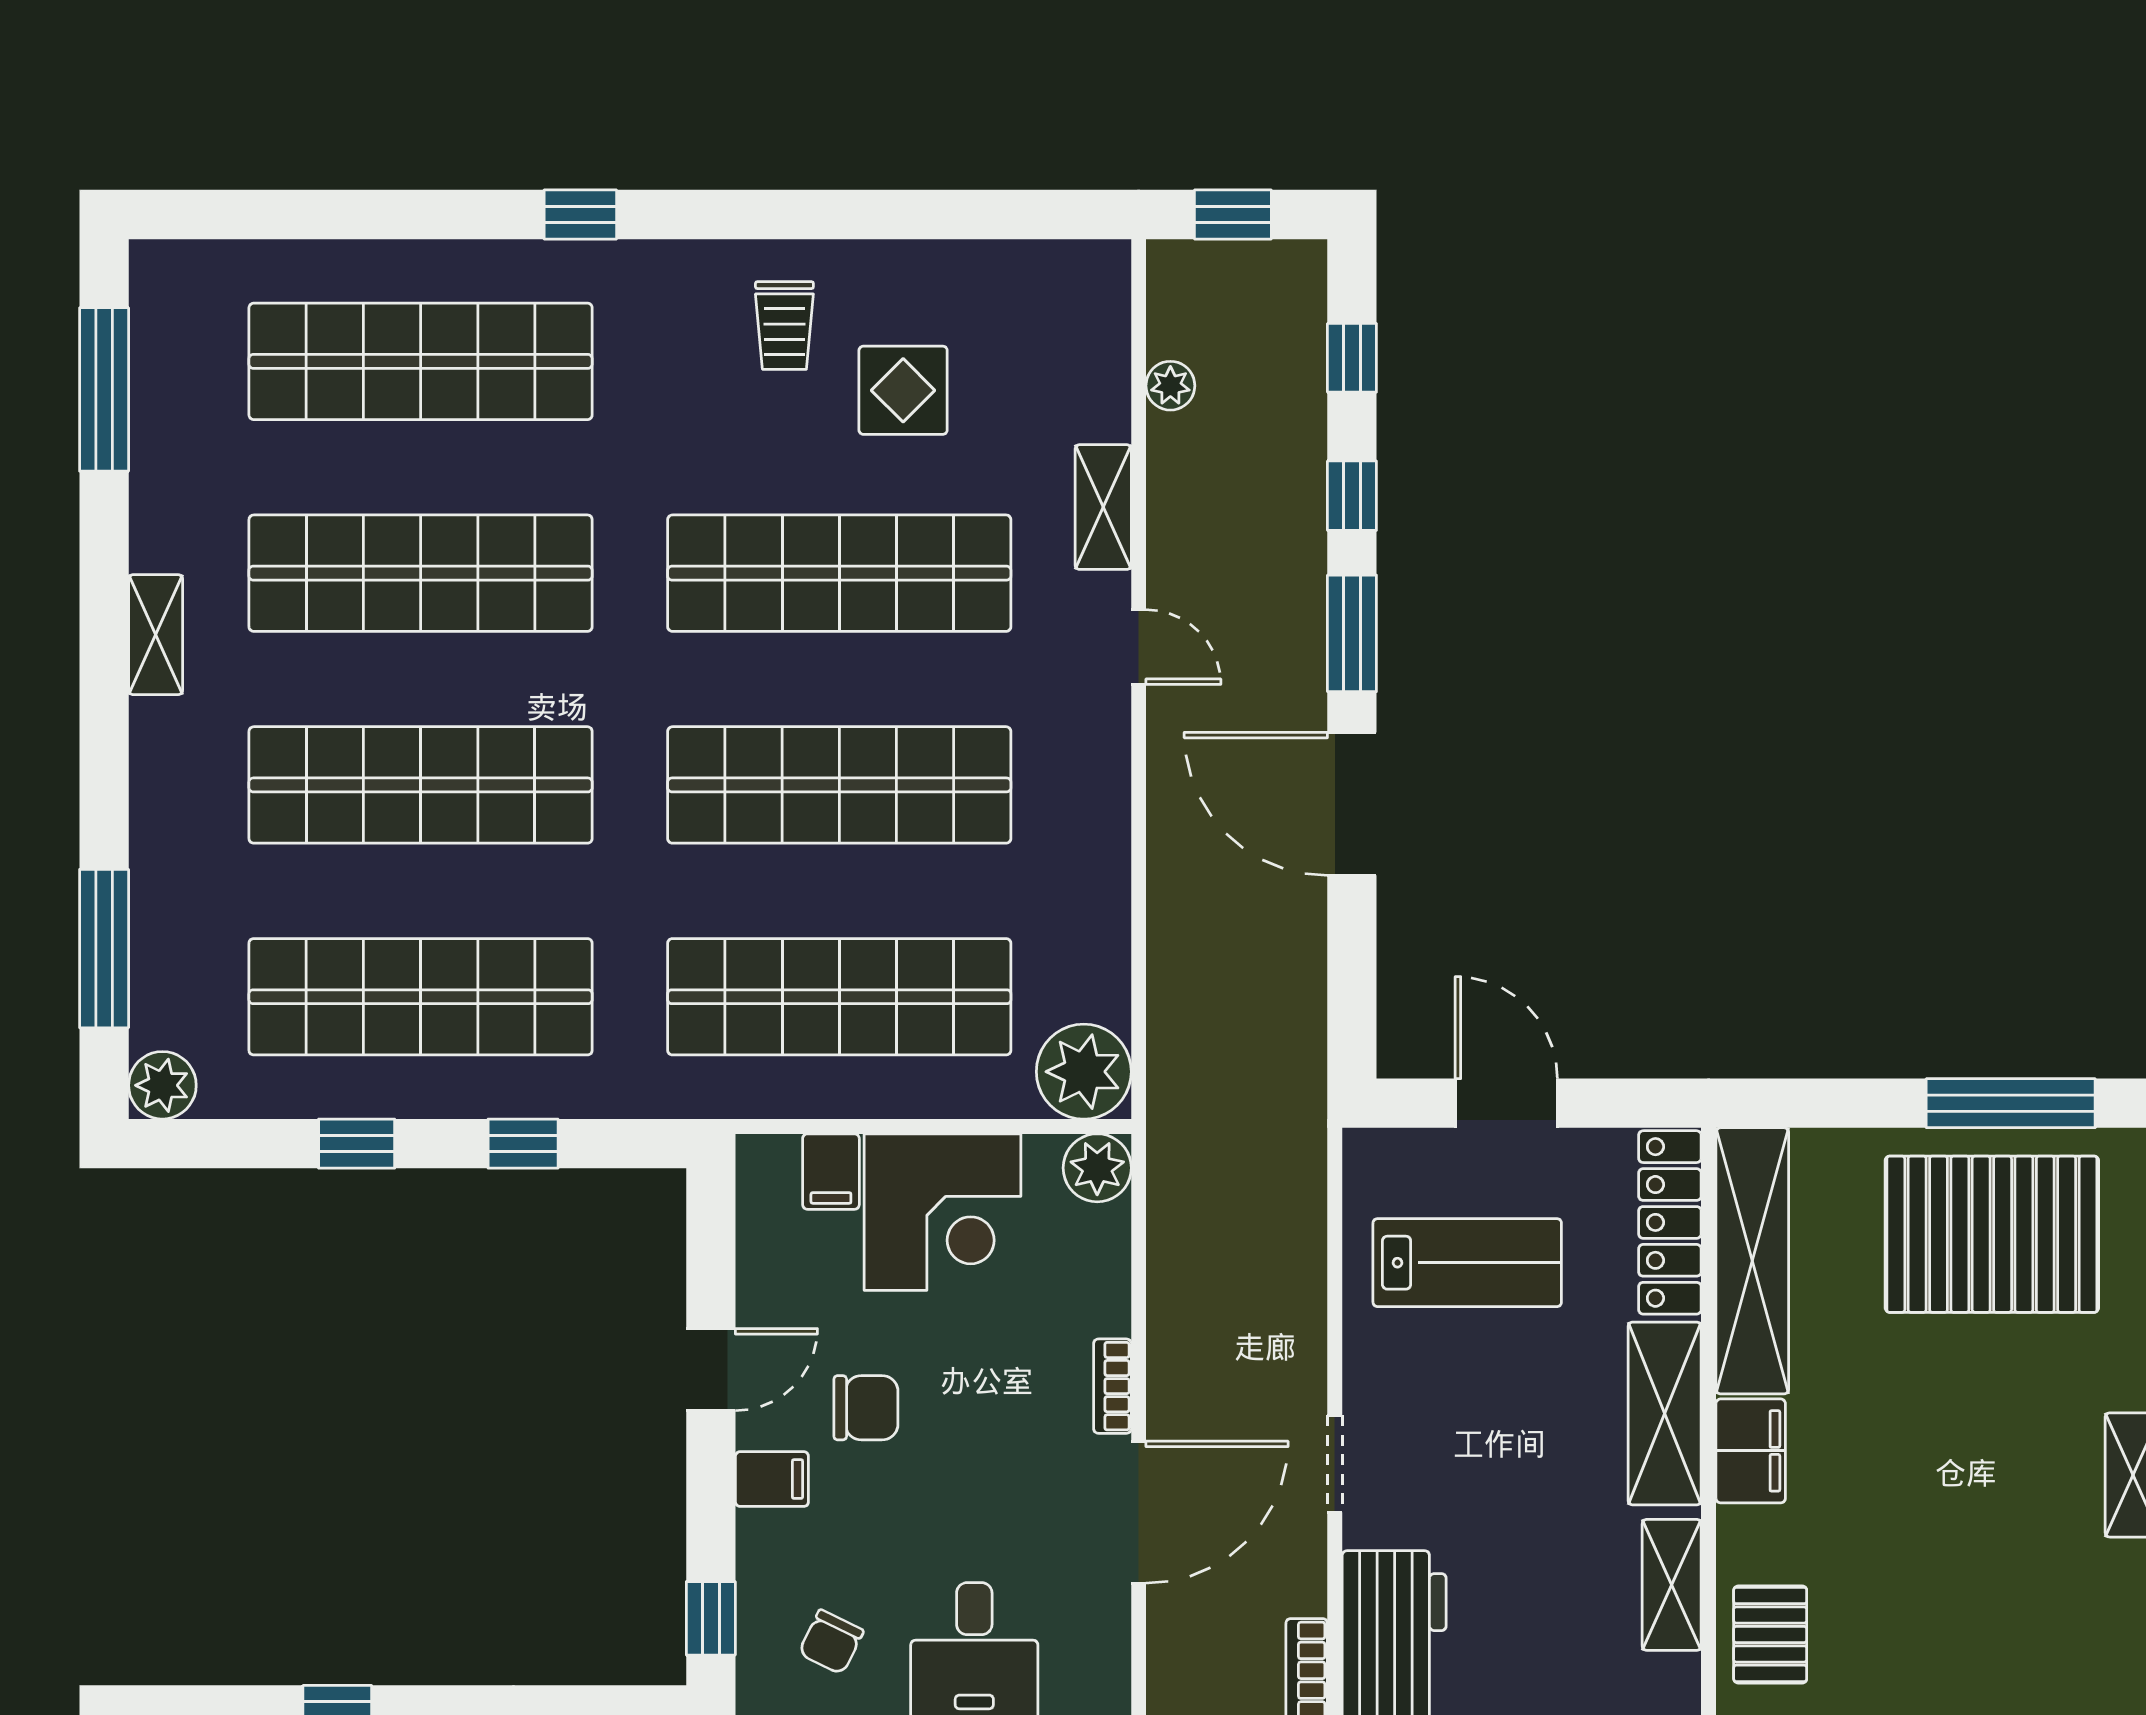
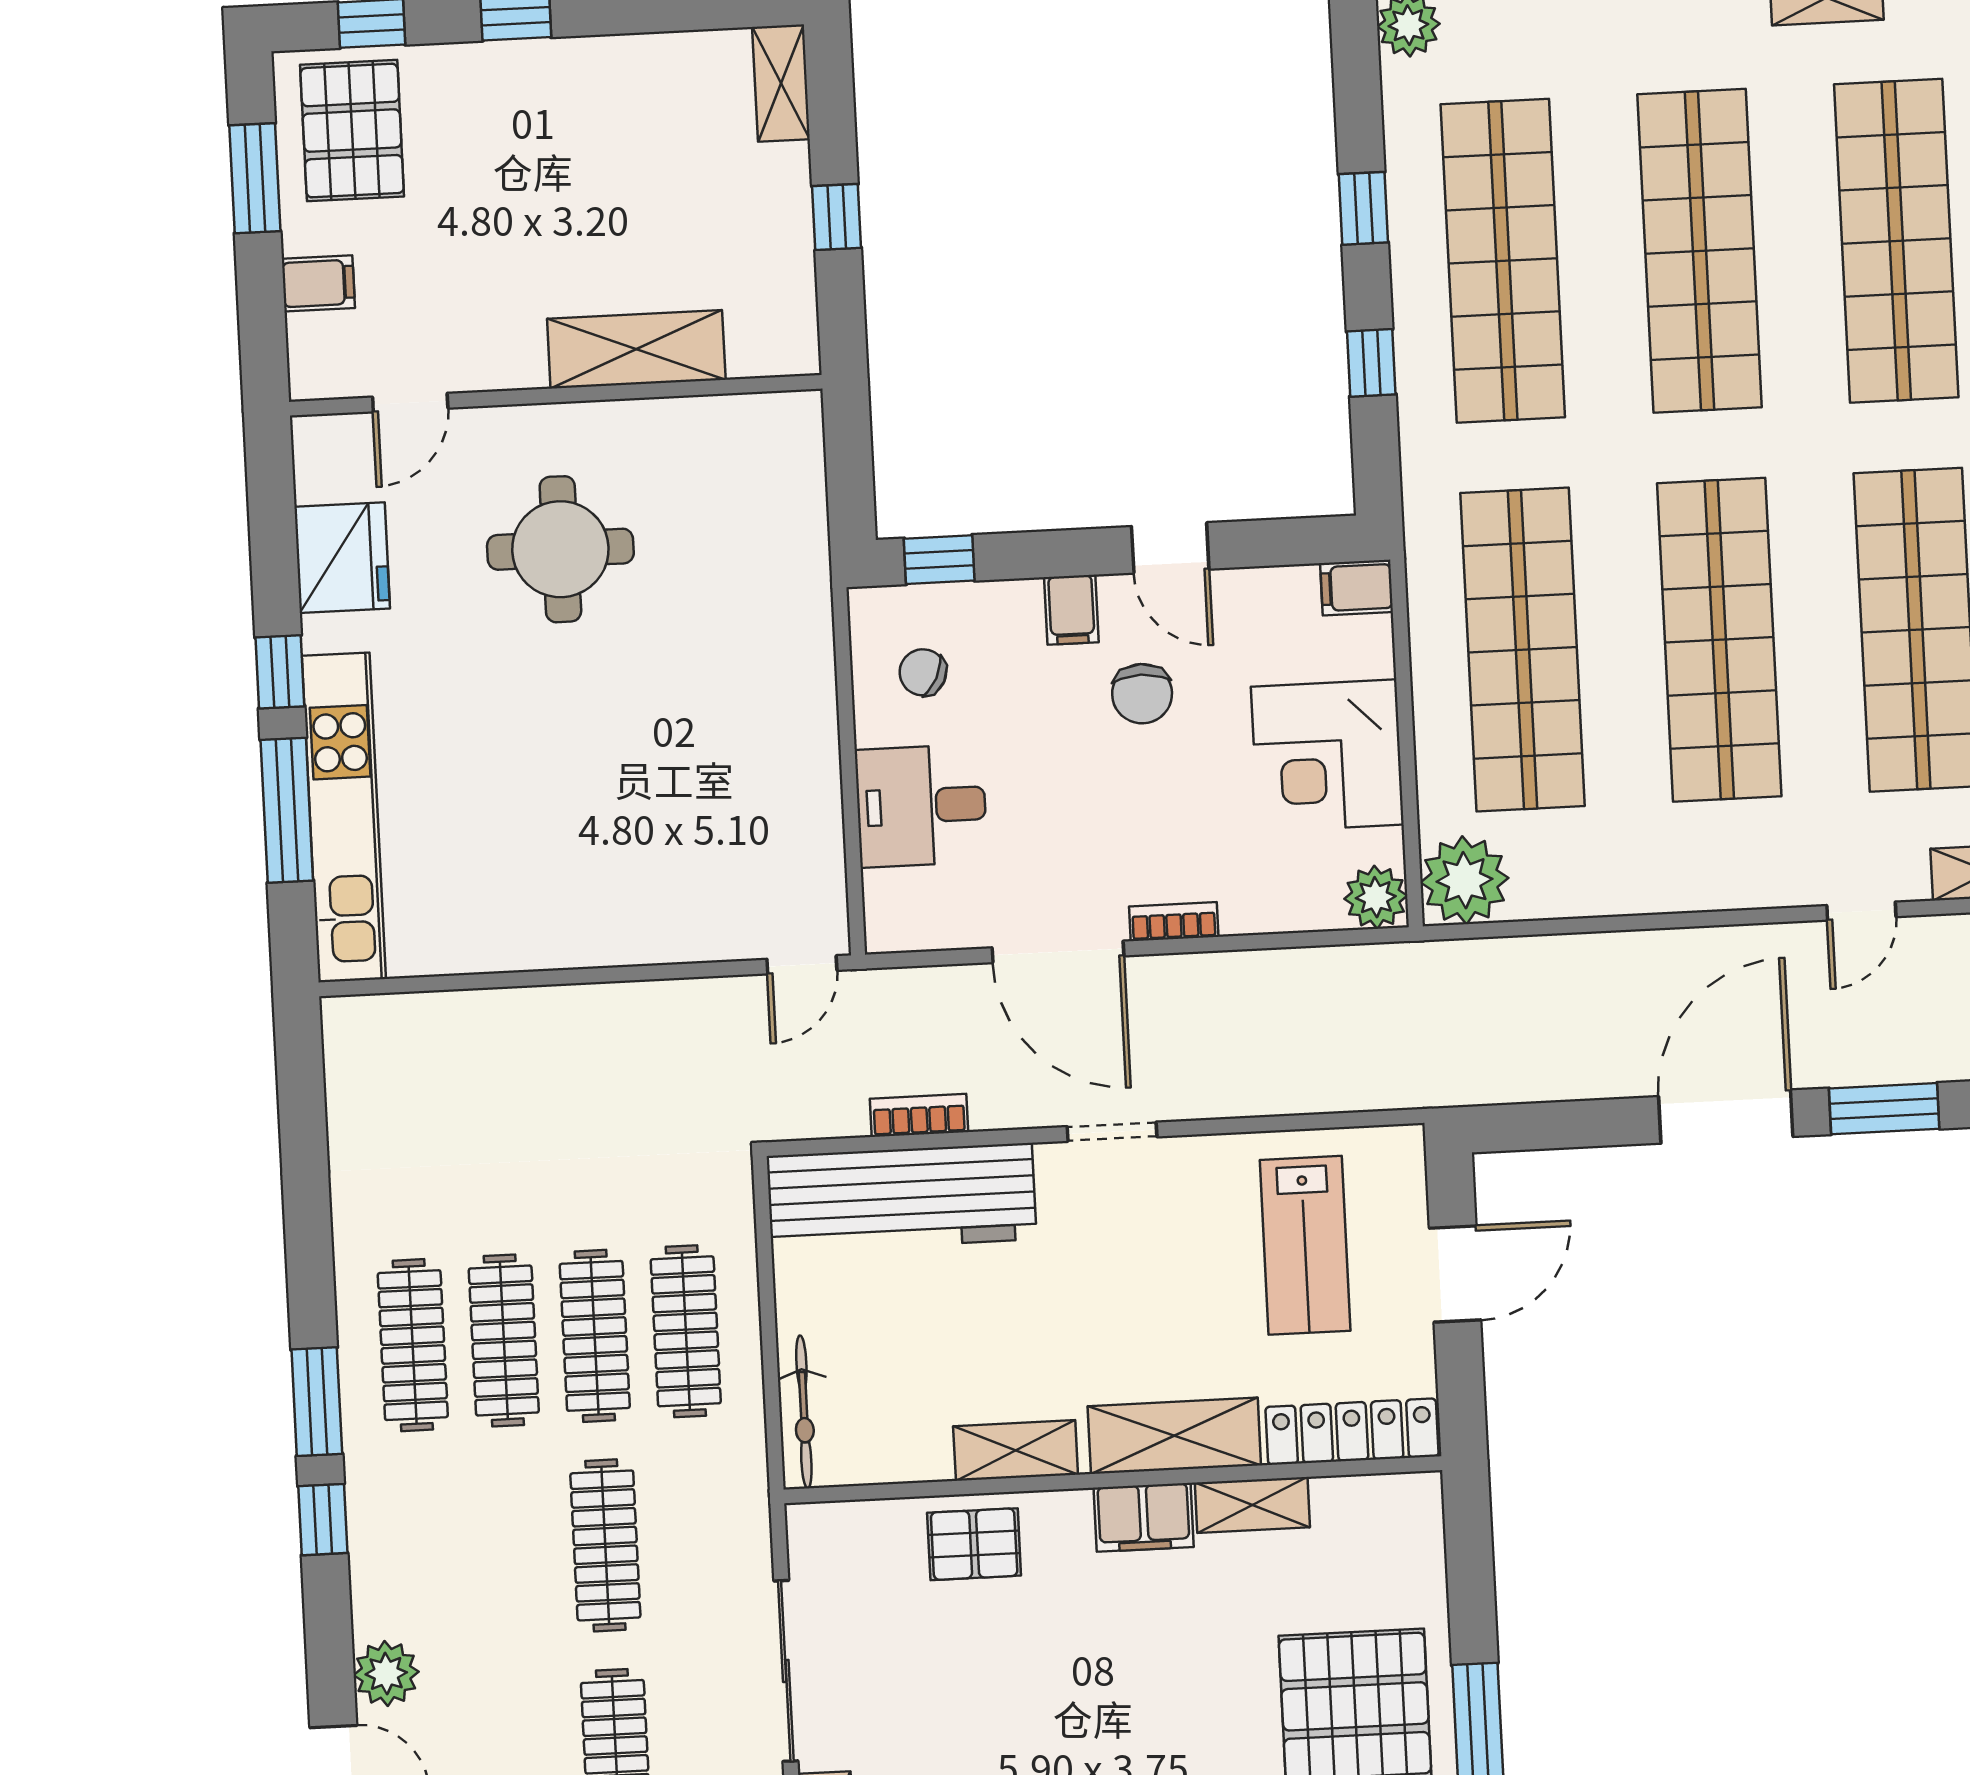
filing cabinet: (831, 1172) -> (1357, 588), moved
shelving: (1752, 1261) -> (1252, 1505), width x0.45, depth x0.75

